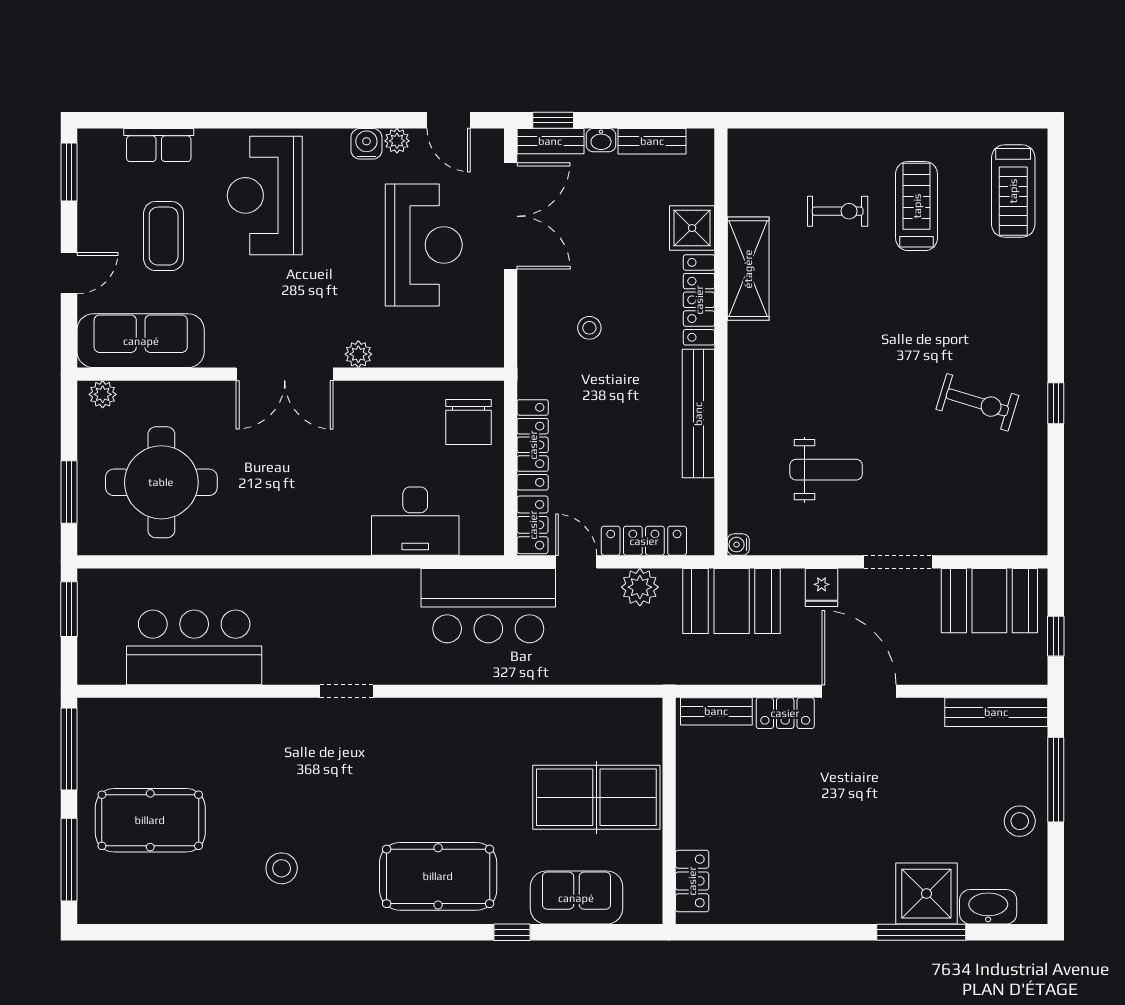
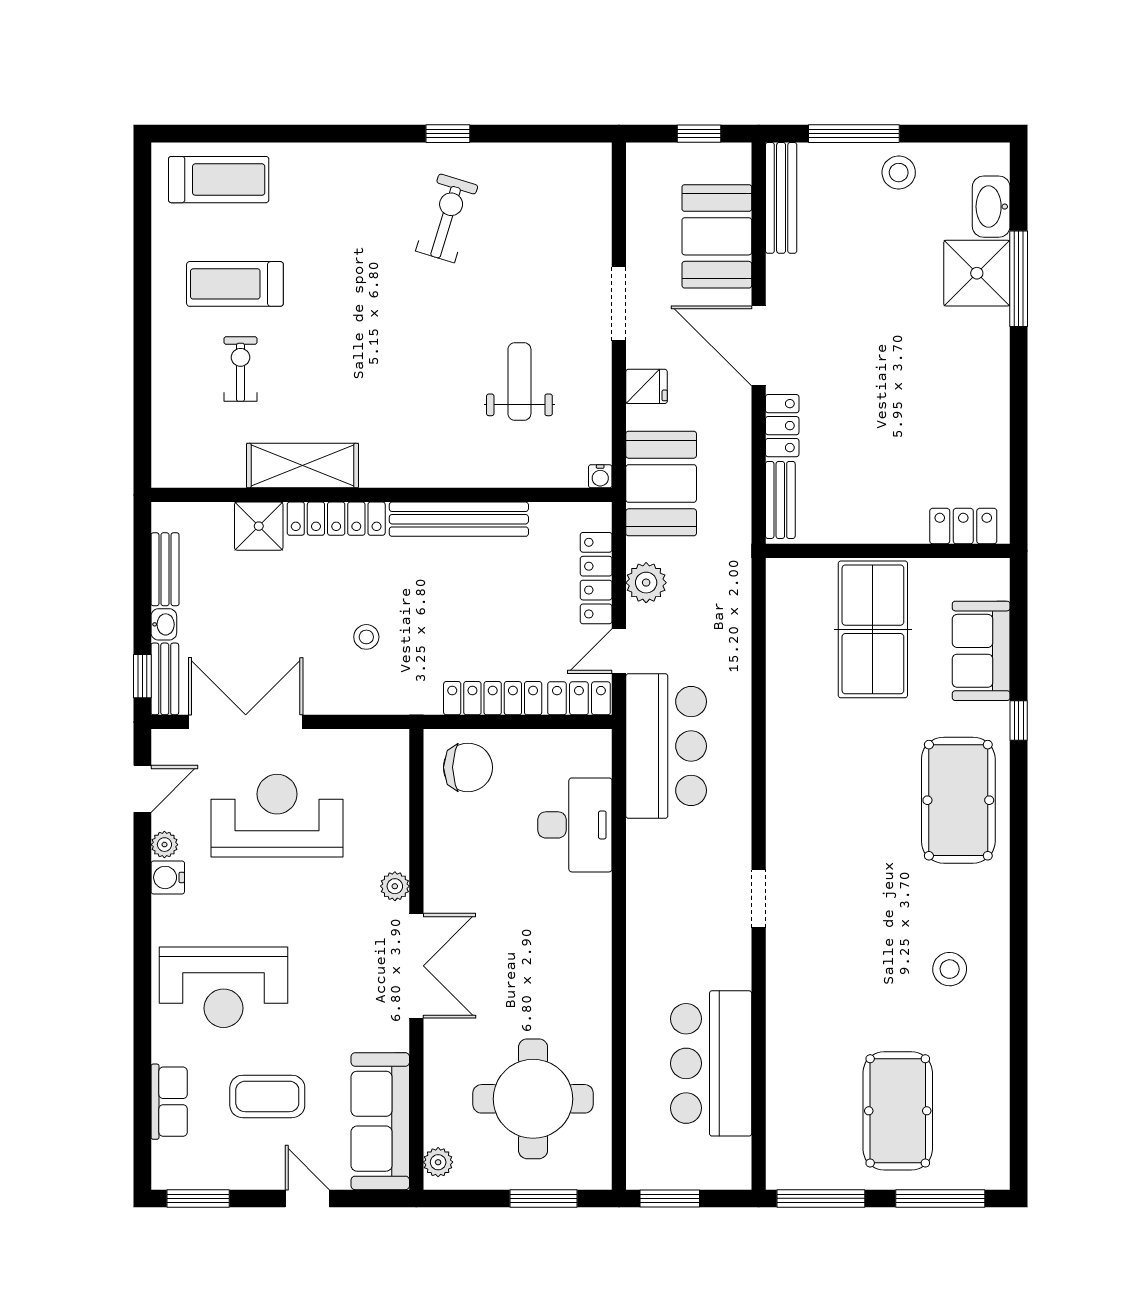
booth: (989, 601) -> (717, 236), moved
door: (859, 691) -> (759, 346), hinge flipped

